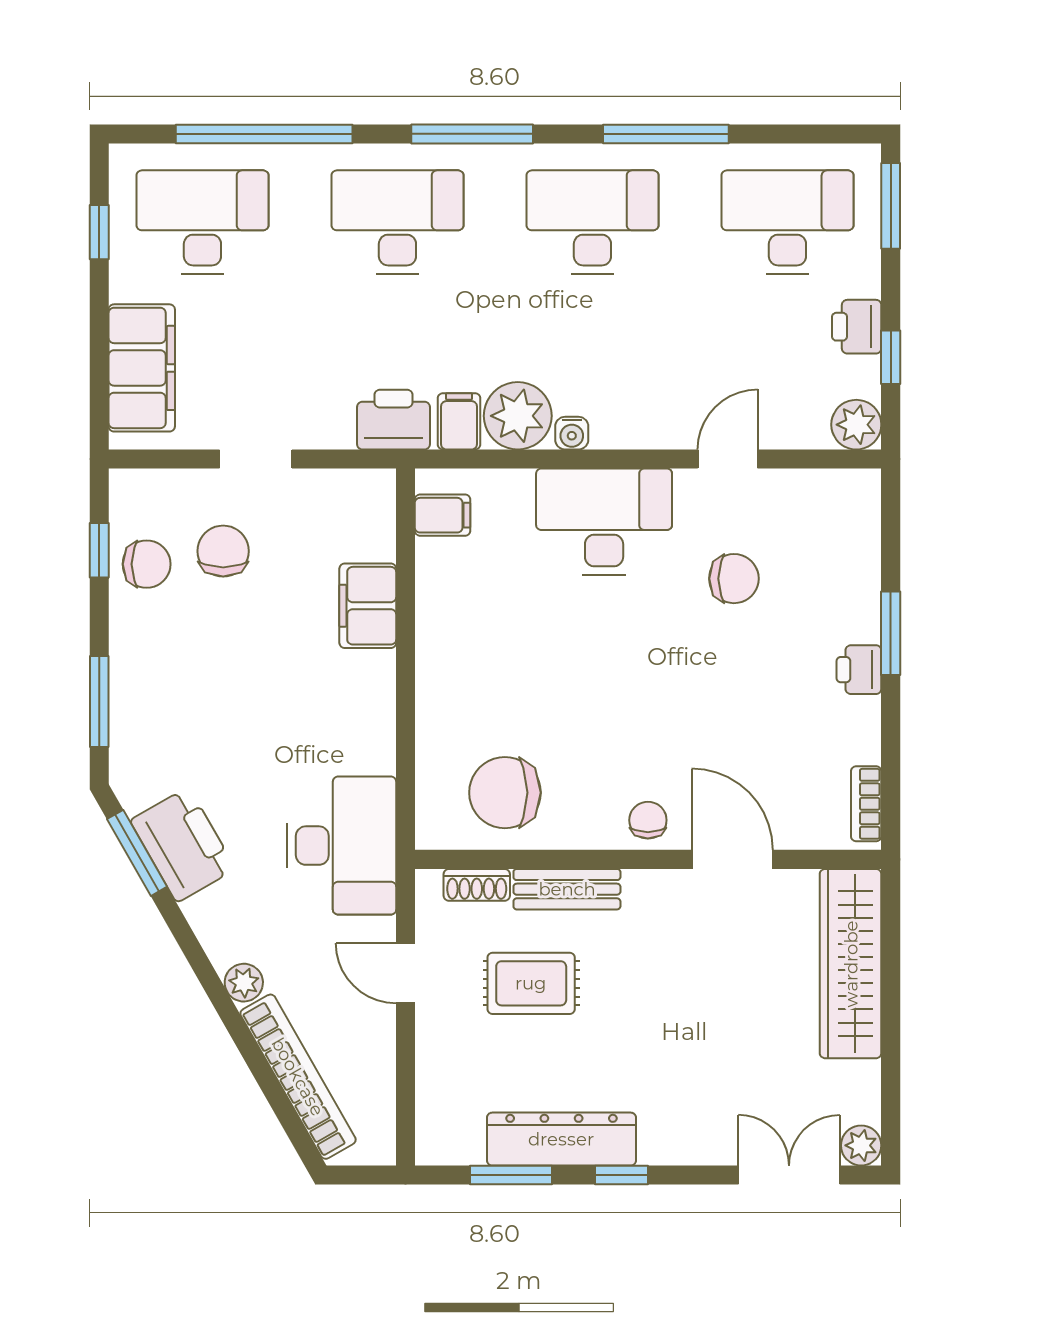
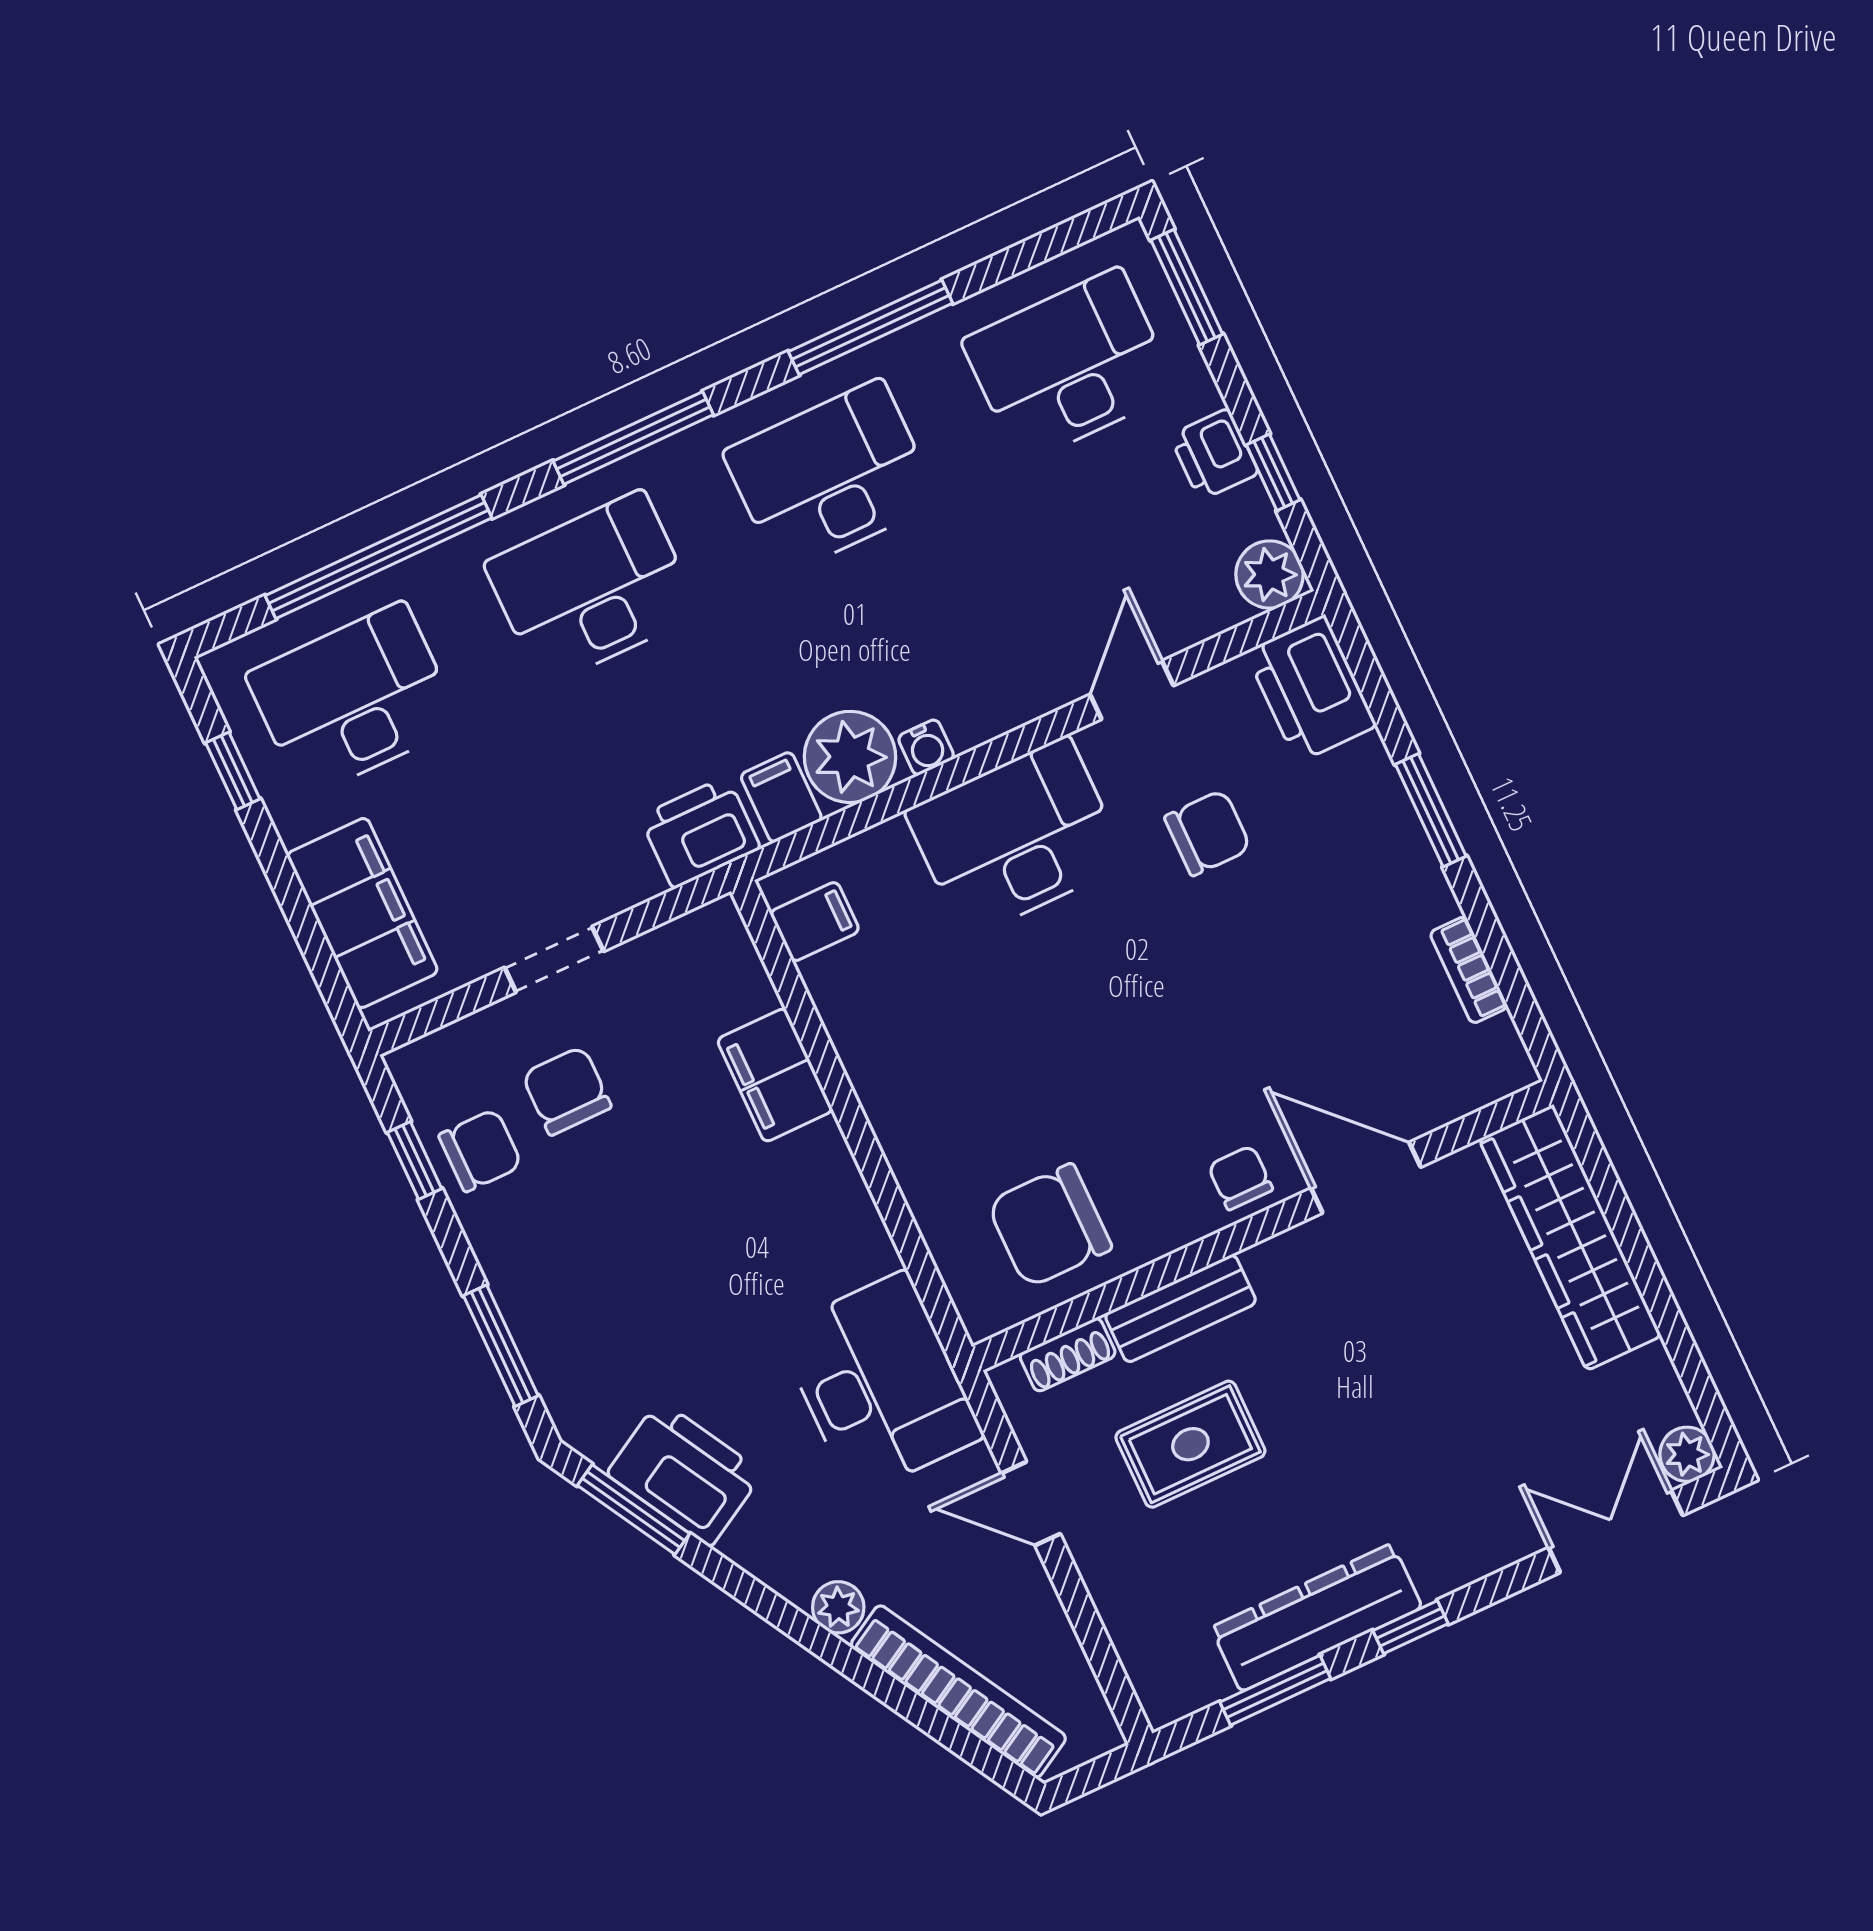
printer: (859, 670) -> (1311, 689), moved, width x1.87, depth x1.48
bookcase: (866, 804) -> (1469, 970), moved

